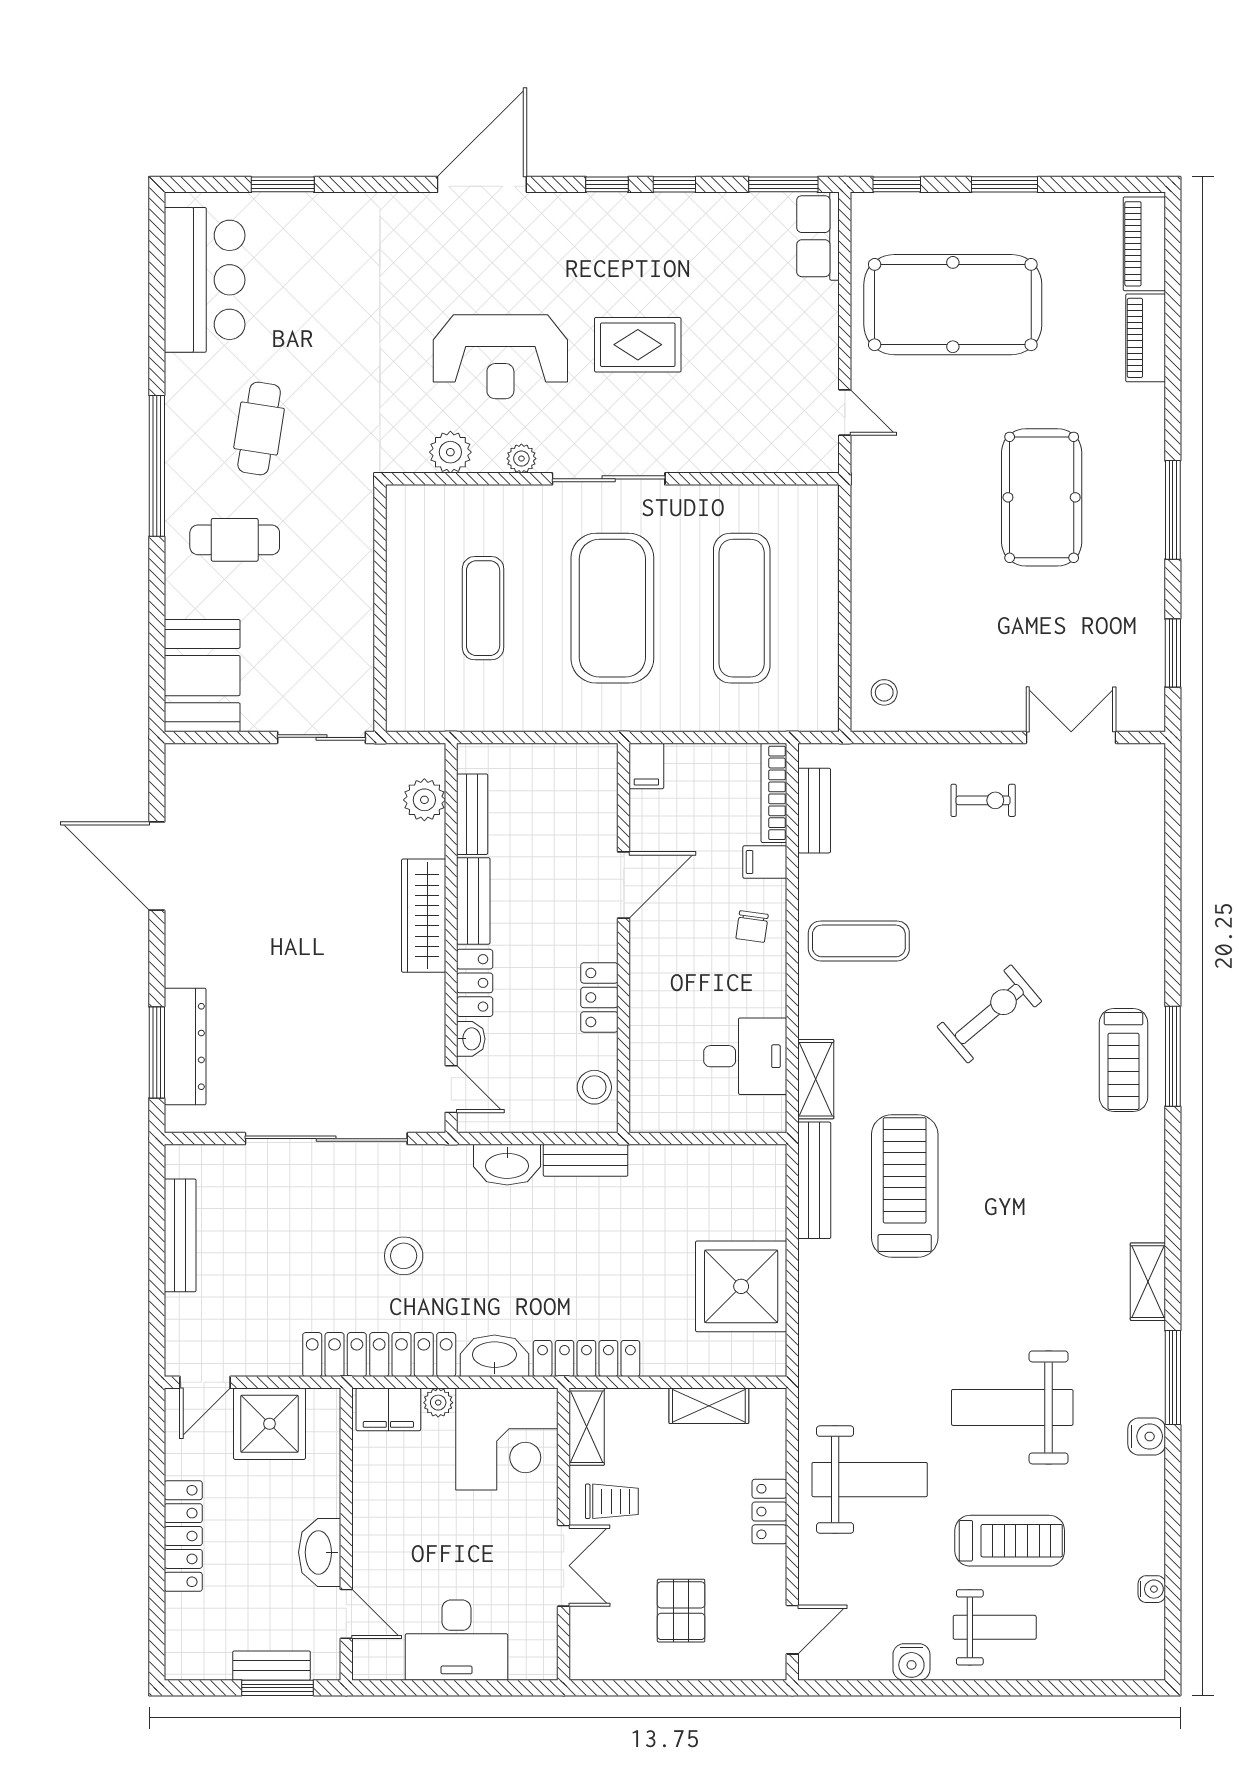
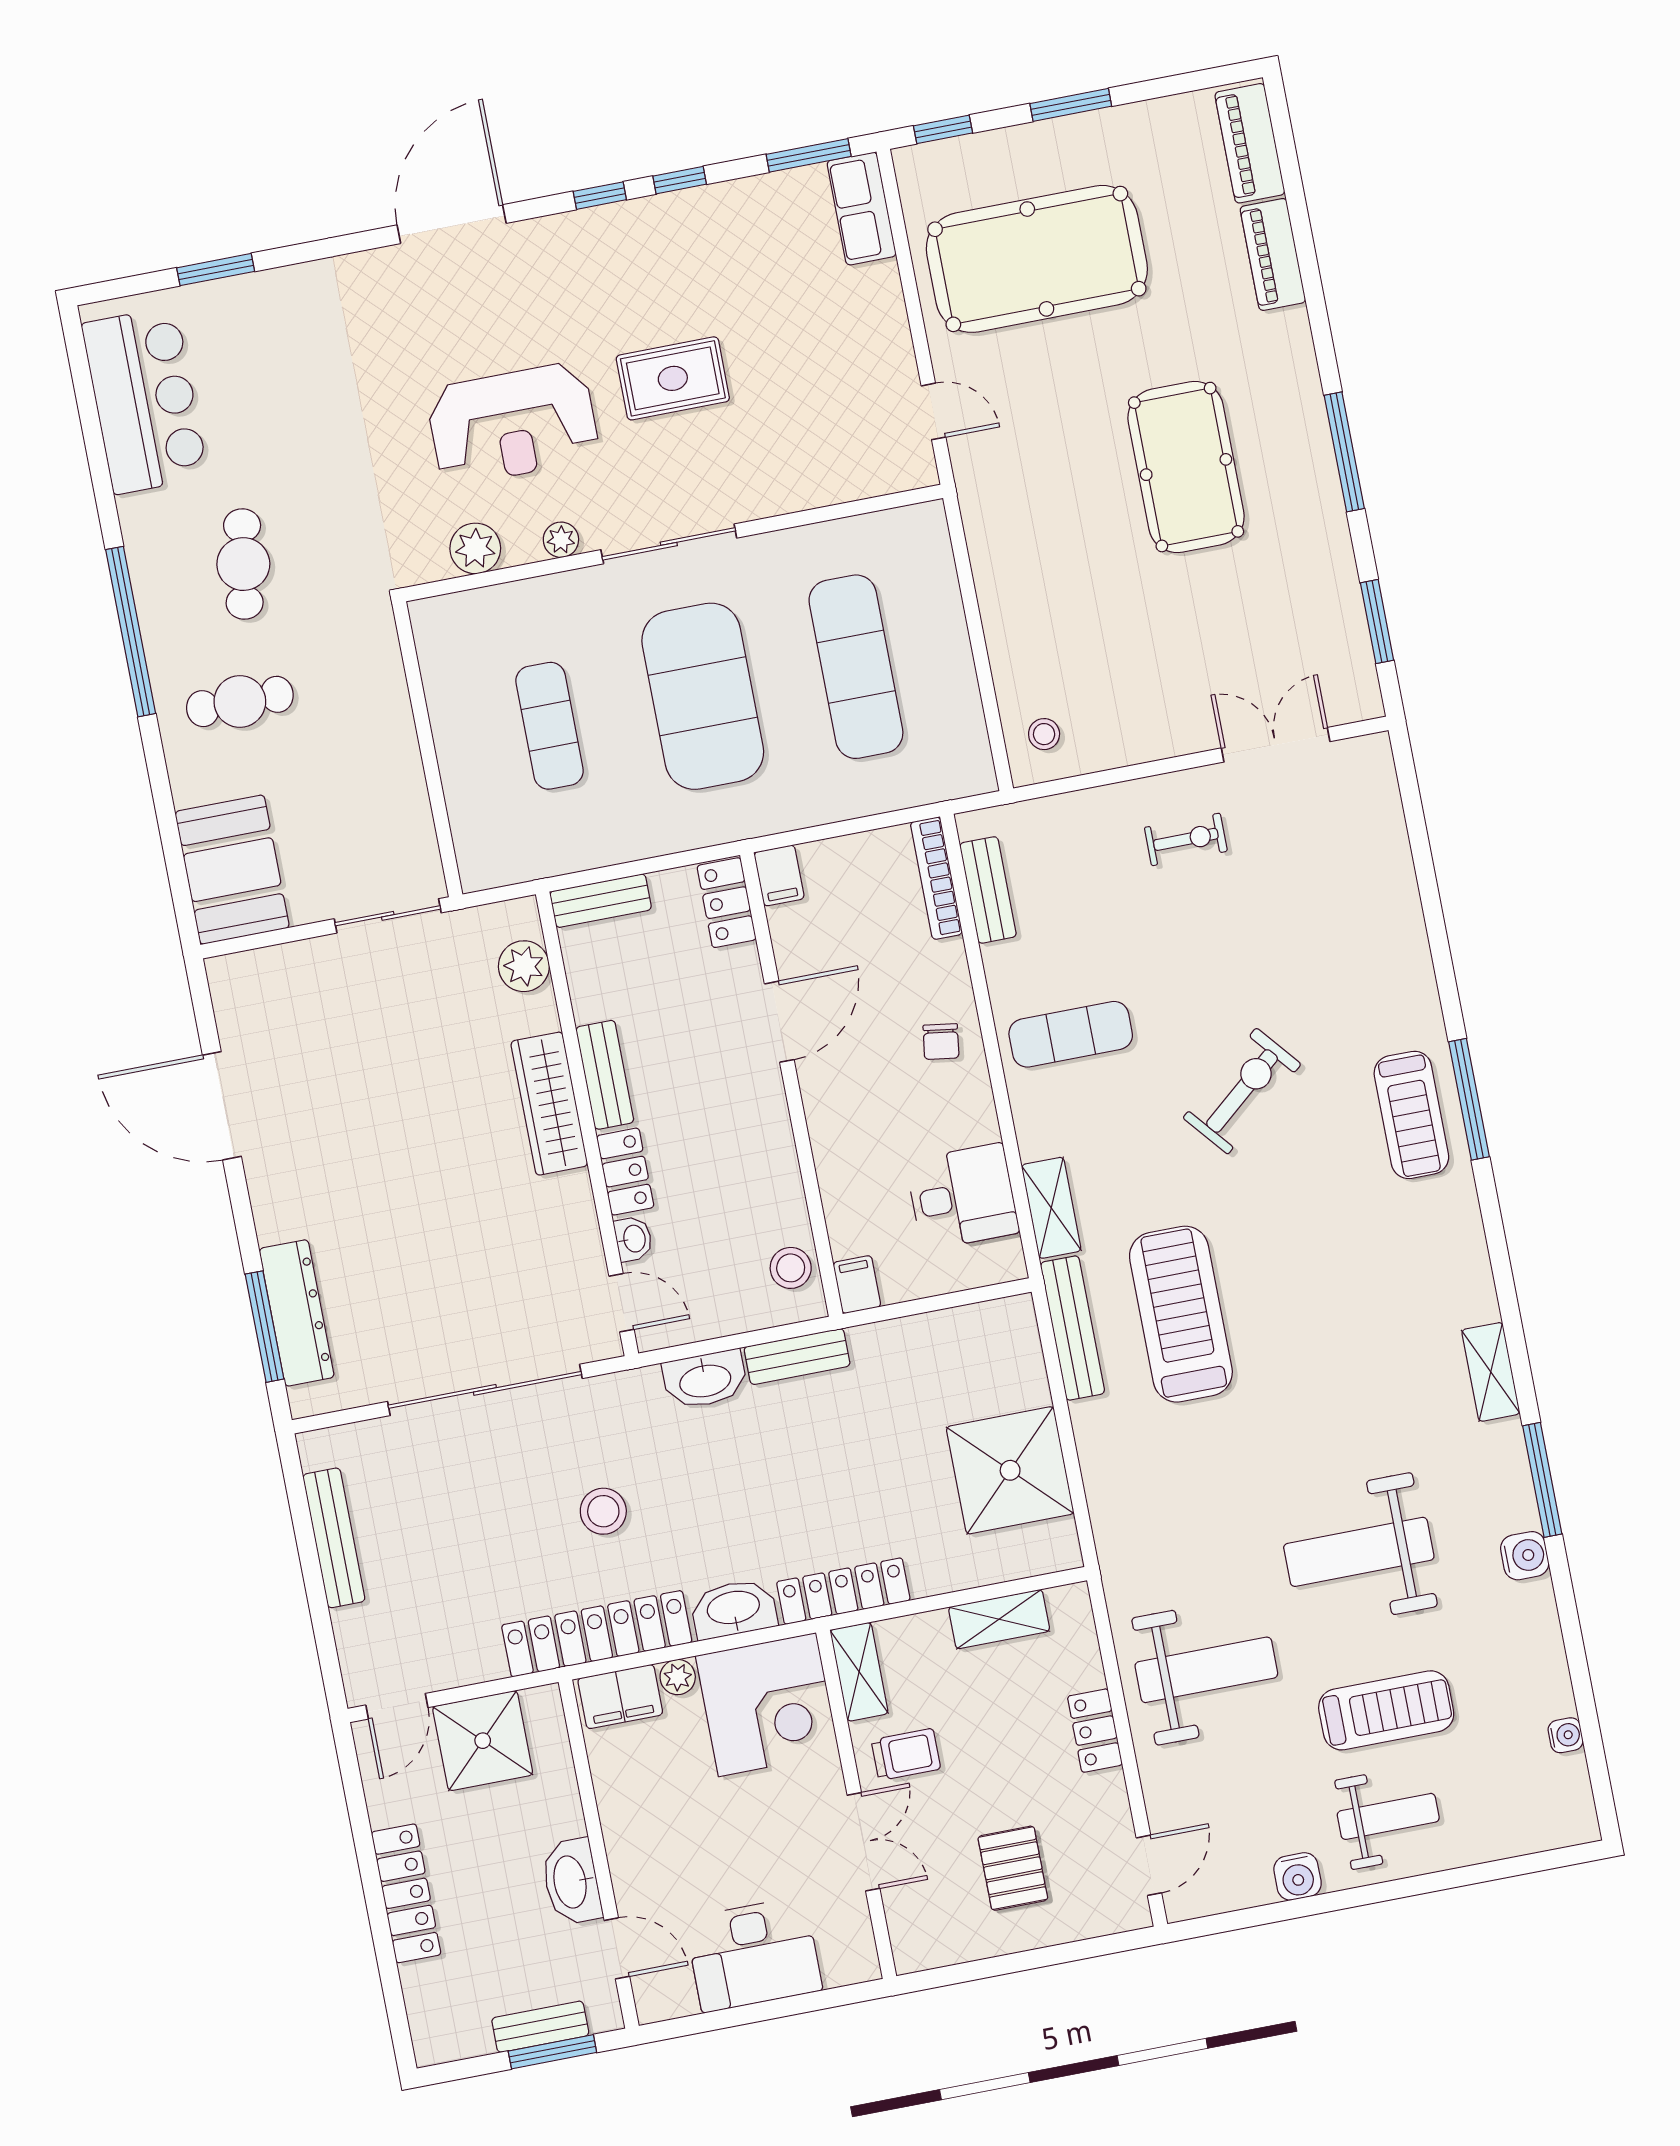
bench: (472, 814) -> (601, 901), moved, turned 90
filing cabinet: (765, 862) -> (857, 1285), moved, turned 90
locker: (599, 997) -> (727, 903), moved

